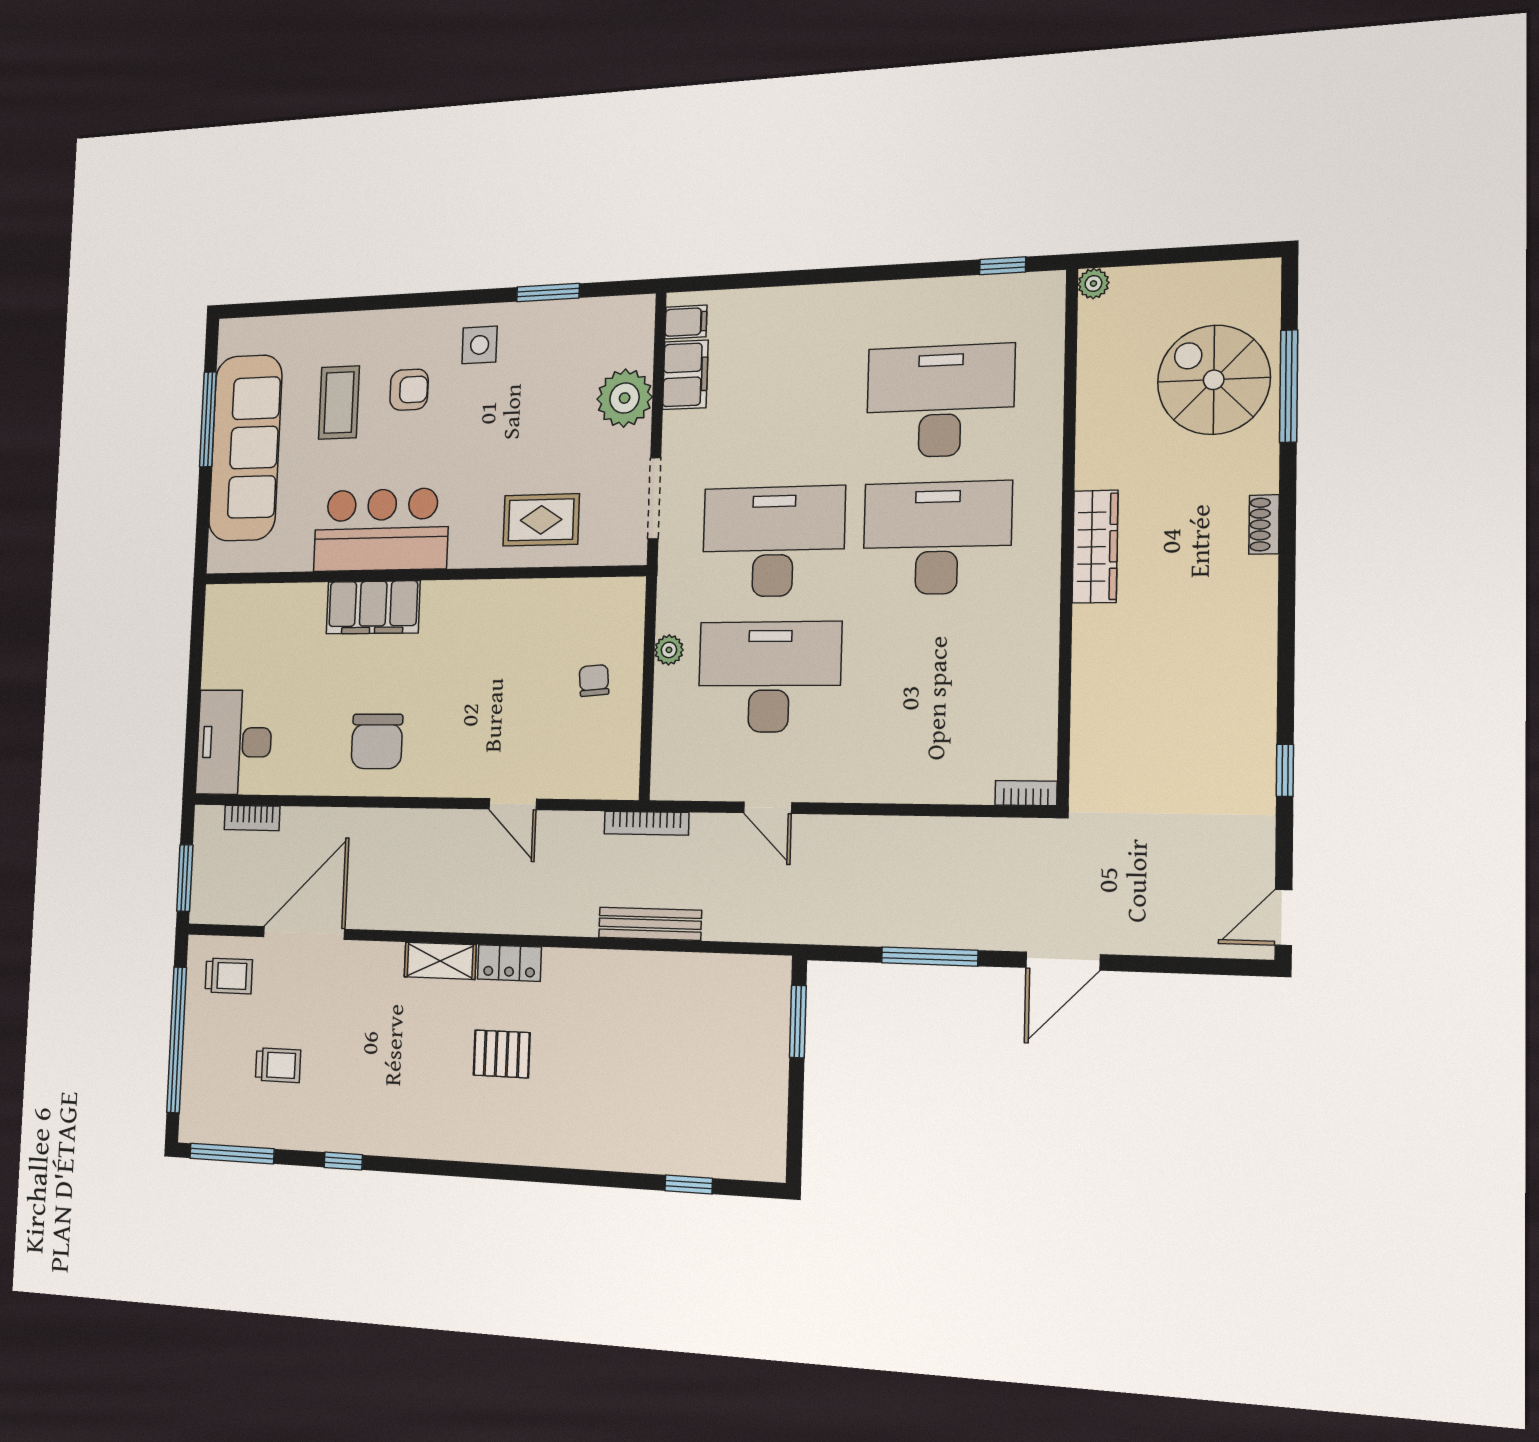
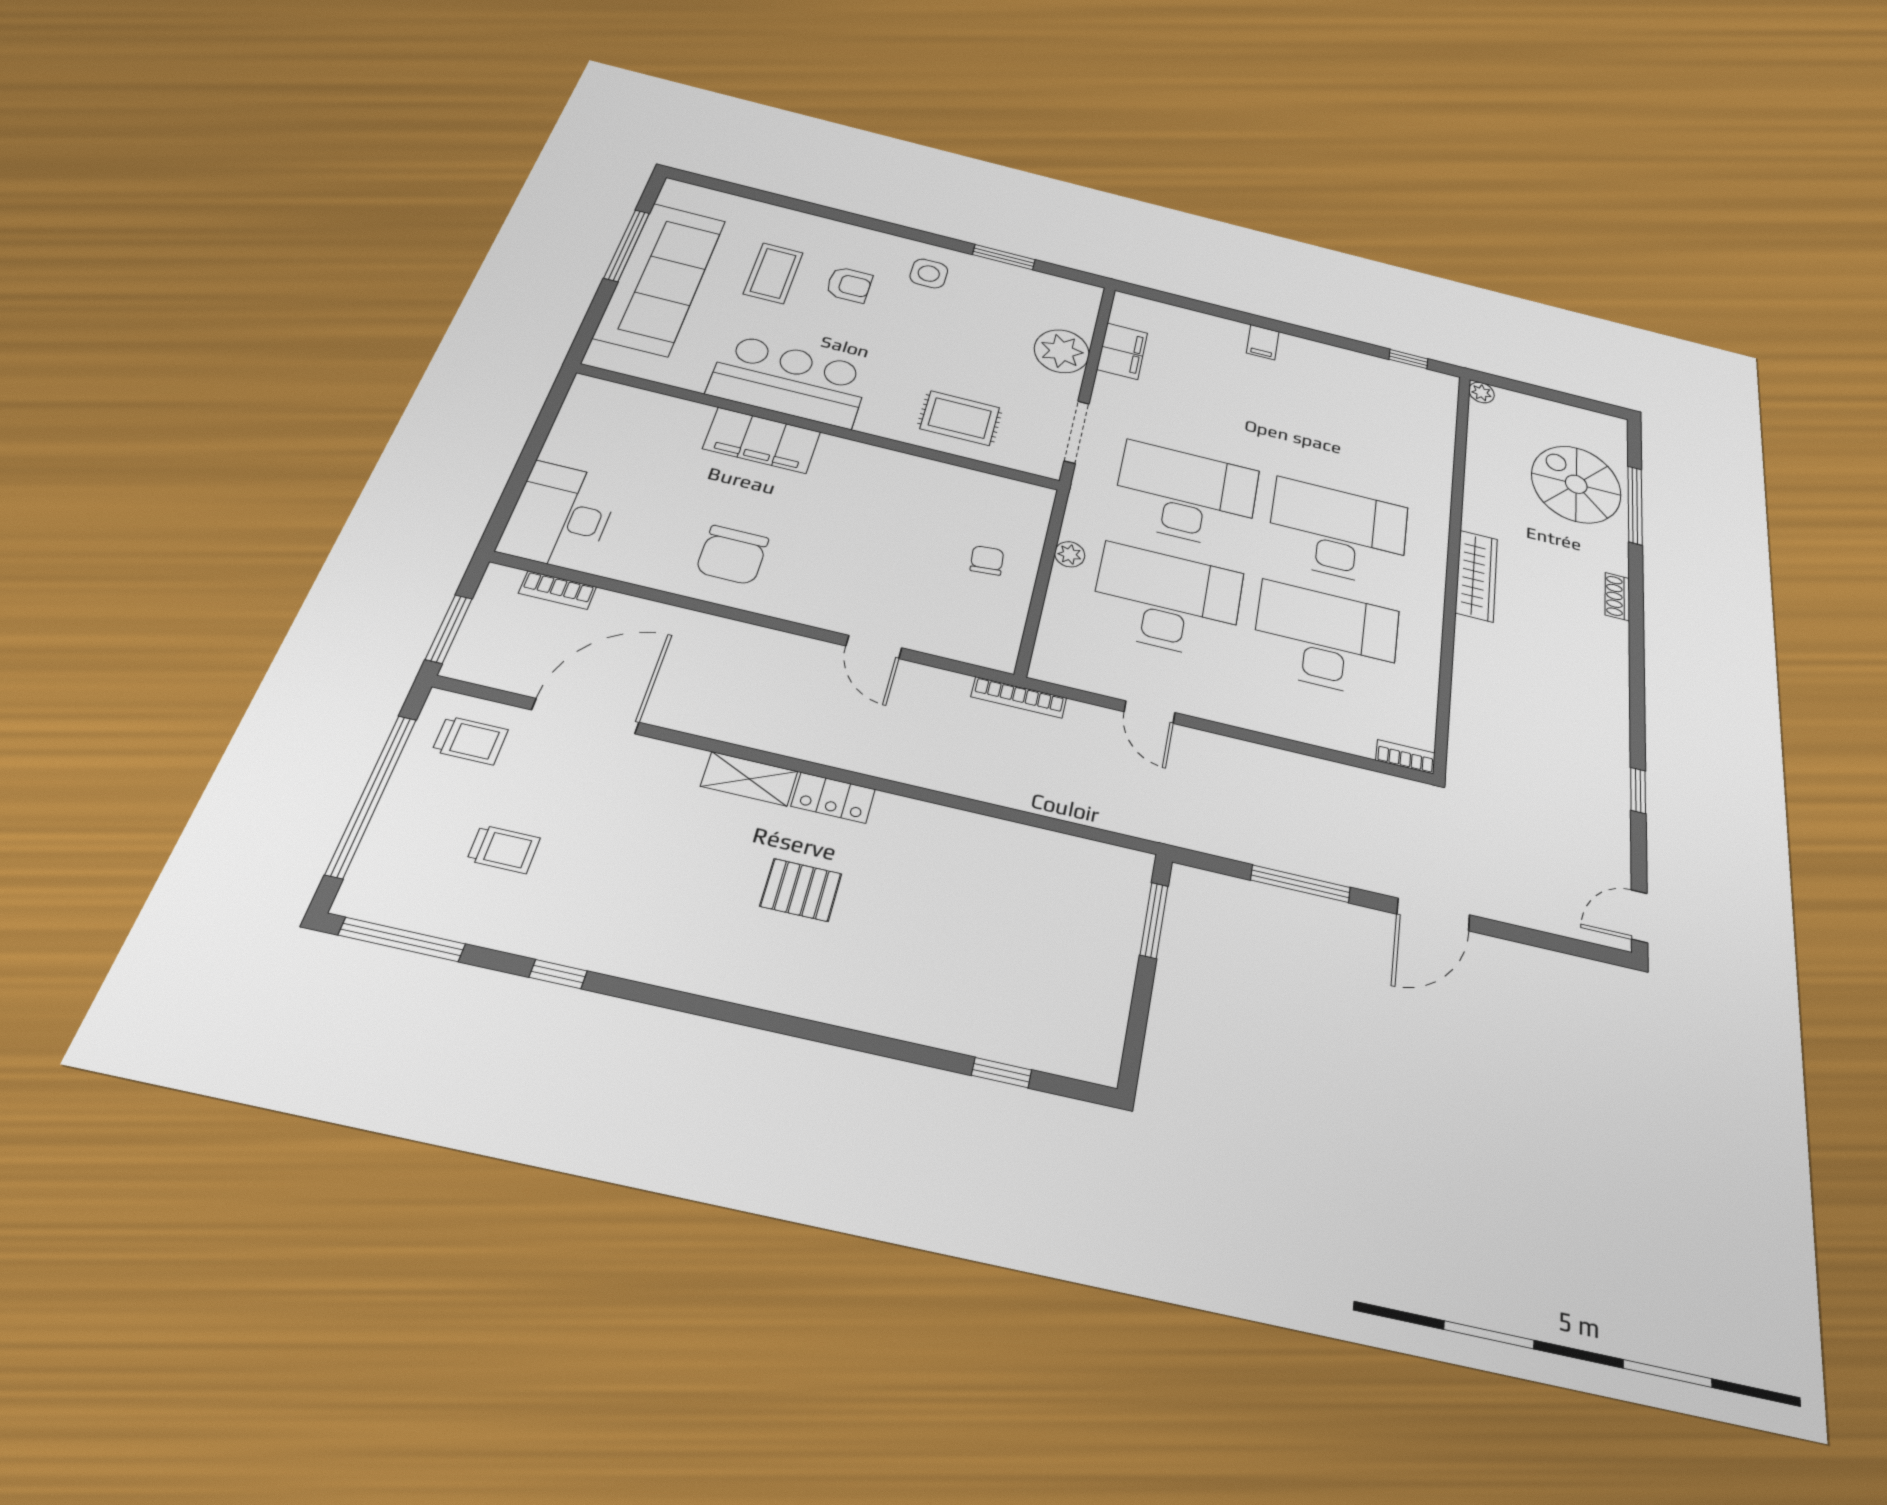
filing cabinet: (686, 322) -> (1263, 342), moved, turned 90
desk: (940, 401) -> (1326, 639), moved
bench: (650, 924) -> (1005, 792), removed

